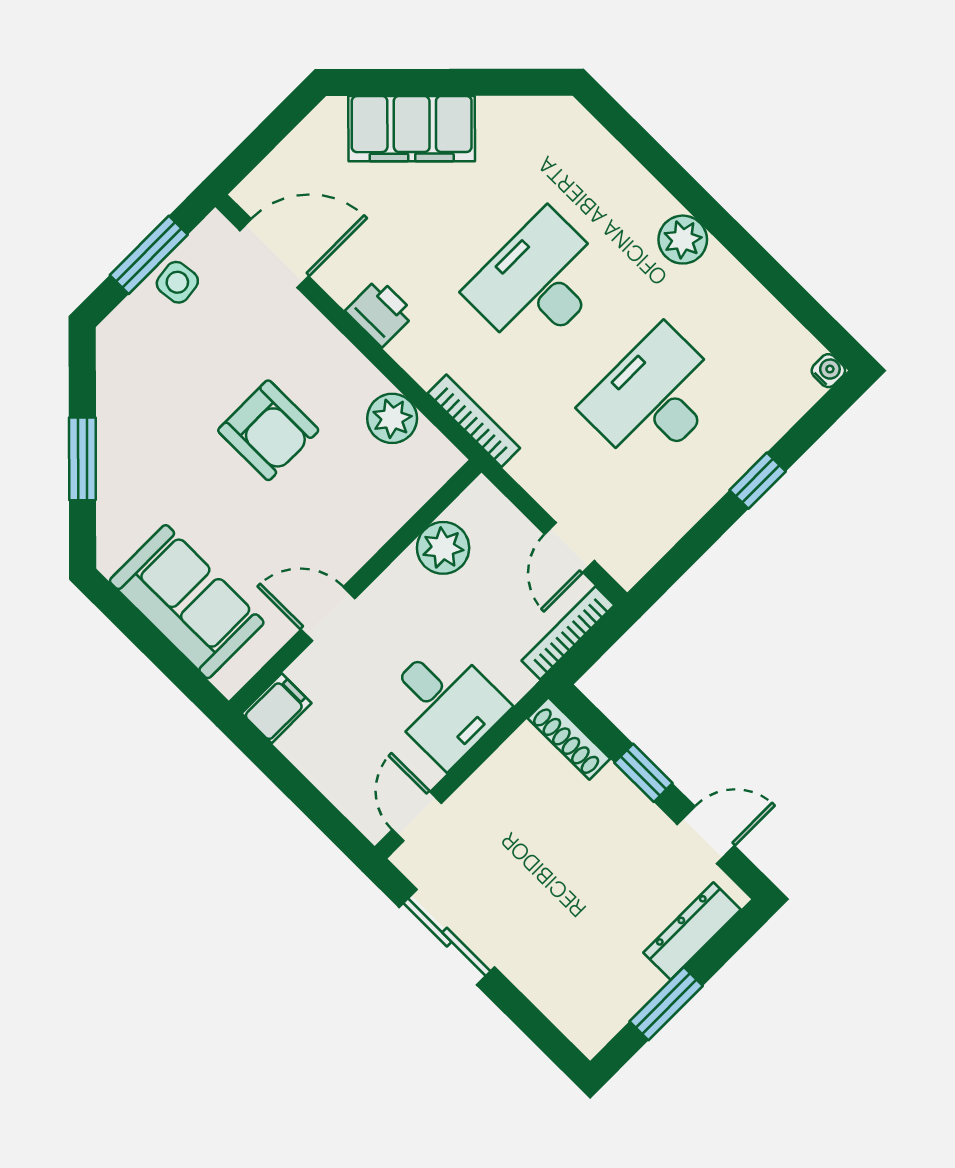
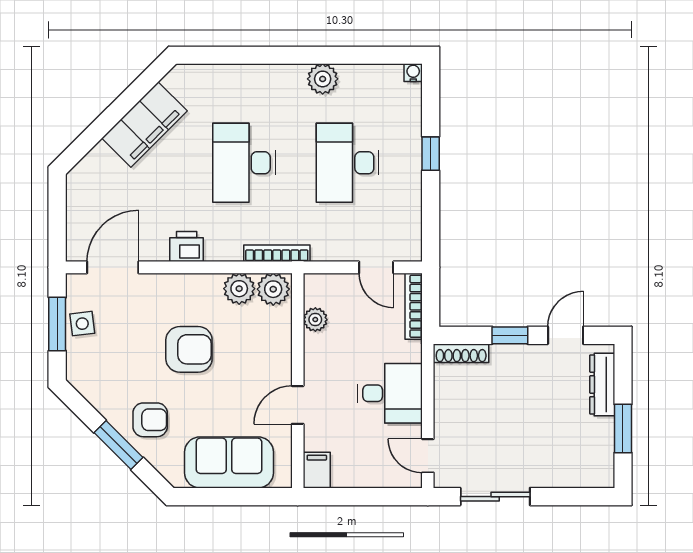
filing cabinet: (412, 129) -> (144, 124), moved
plant: (683, 240) -> (323, 79), moved
plant: (430, 457) -> (273, 289), added
armchair: (146, 466) -> (150, 420), added
plant: (443, 548) -> (315, 320), width x0.73, depth x0.73

